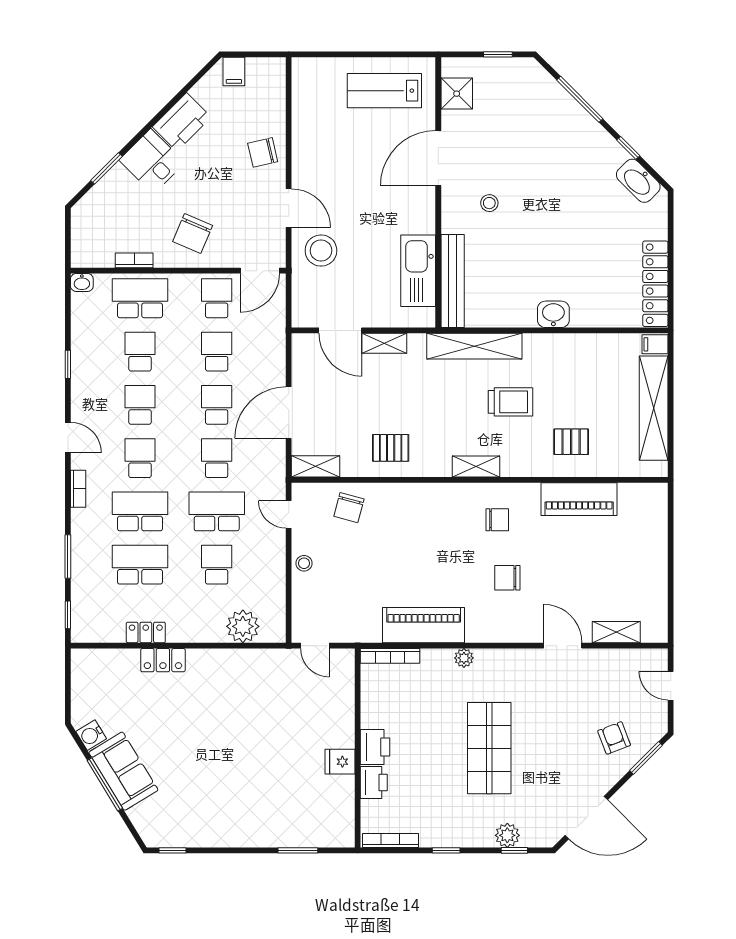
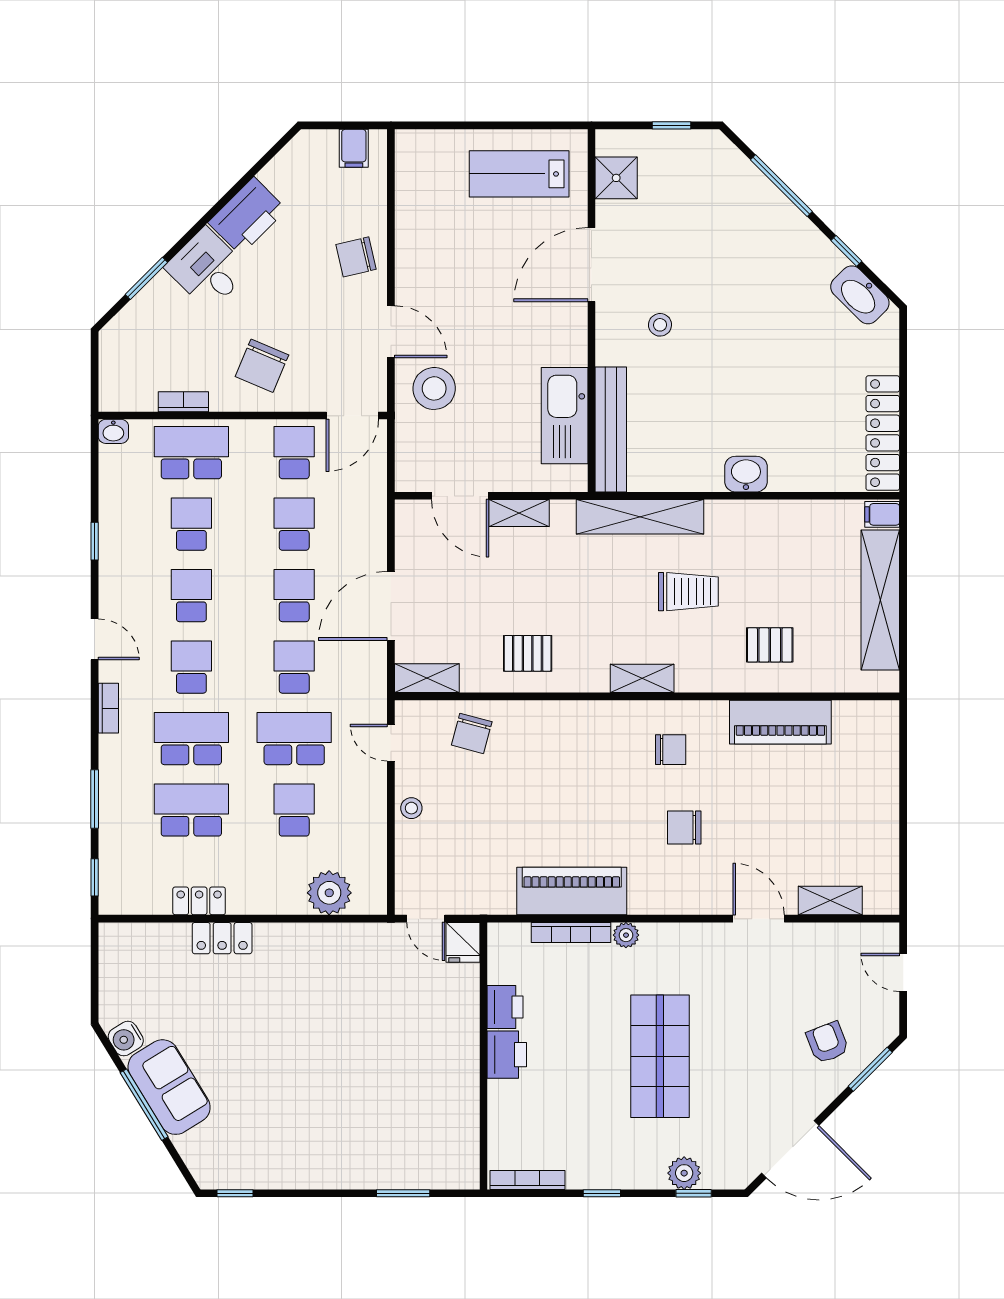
filing cabinet: (234, 71) -> (354, 148), moved
bookcase: (390, 656) -> (571, 932), moved
fridge: (340, 762) -> (463, 942), moved, turned -90
printer: (374, 783) -> (505, 1007), moved

